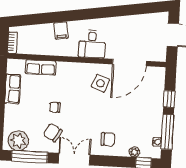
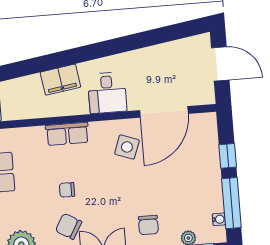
filing cabinet: (61, 30) -> (60, 80), width x2.00
row of seats: (41, 67) -> (67, 134), moved
chair: (108, 139) -> (148, 225), turned 90

